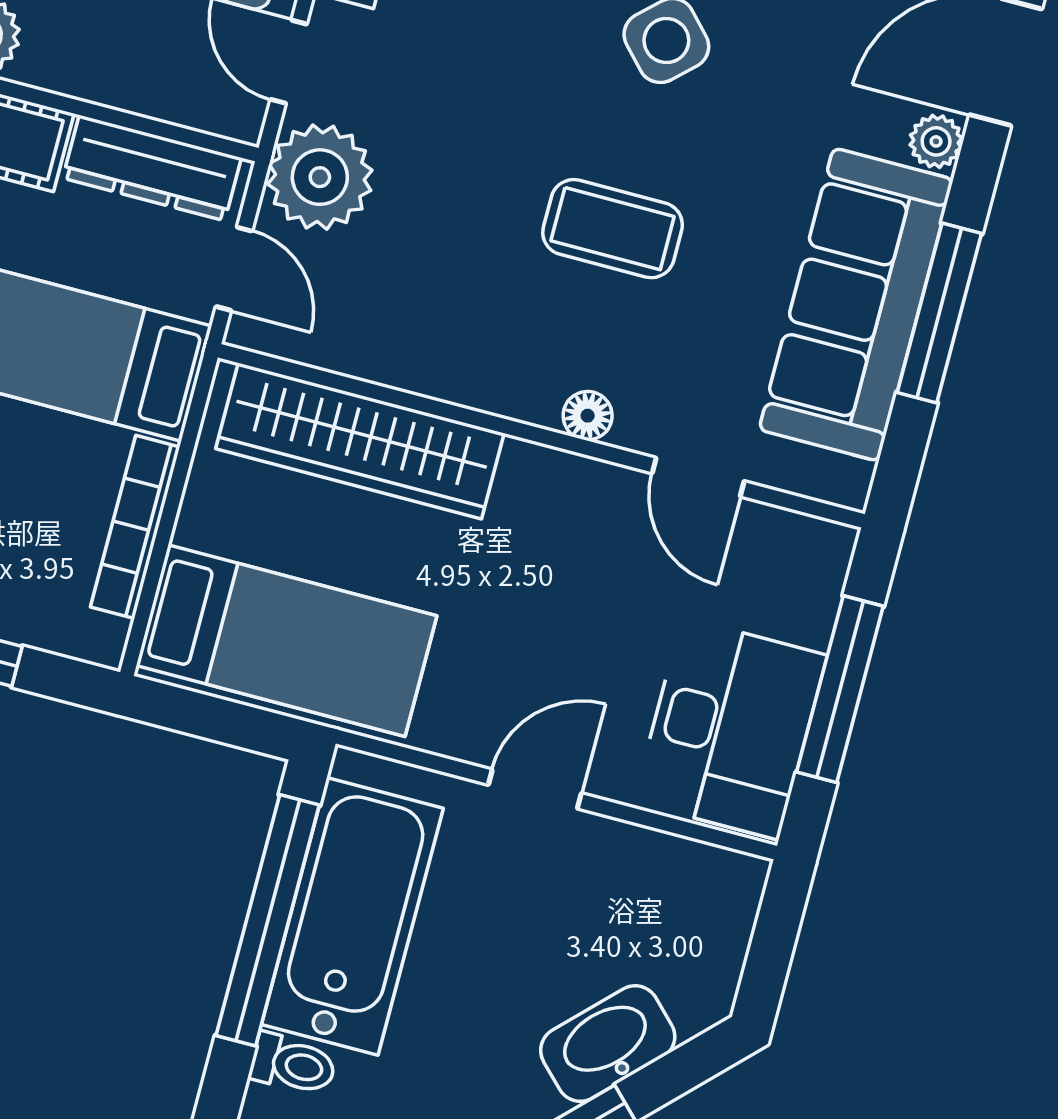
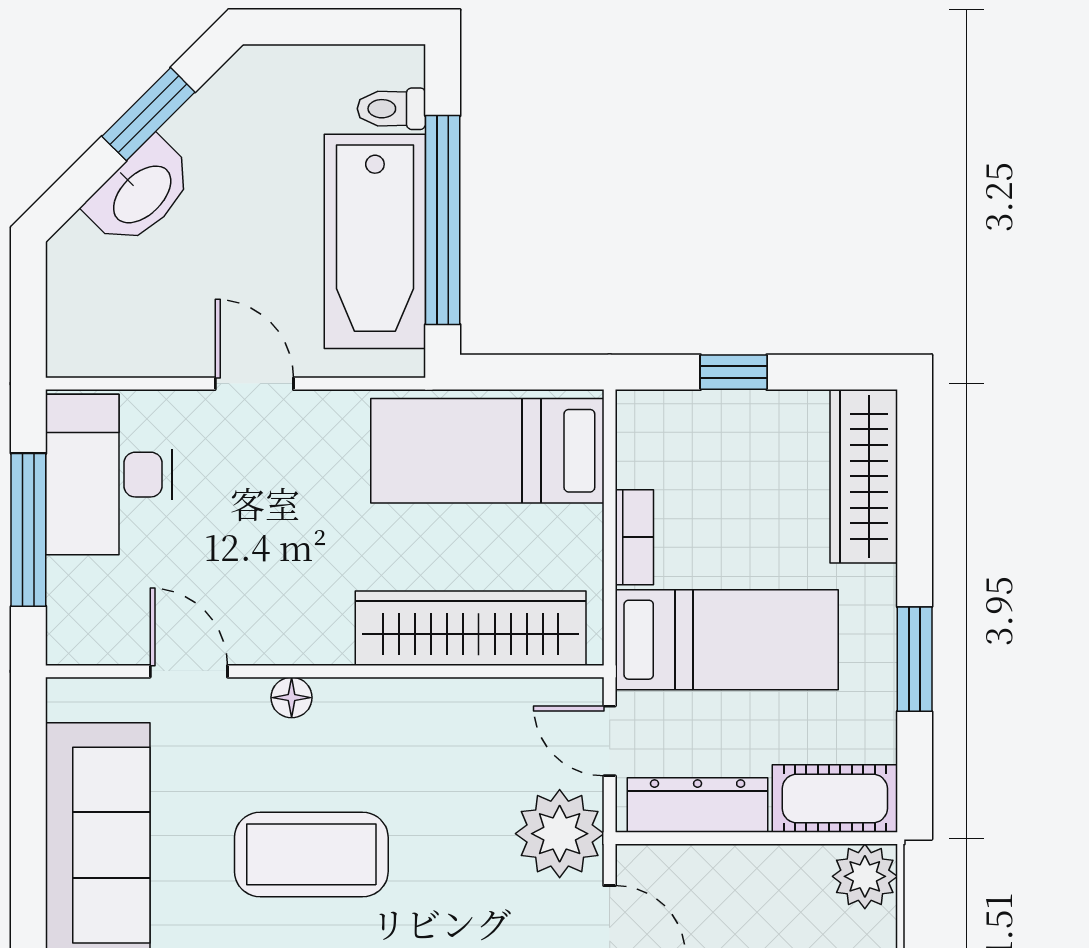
coffee table: (613, 229) -> (311, 854), width x1.36, depth x1.32
window: (939, 313) -> (28, 856), removed
bookcase: (135, 527) -> (634, 537), width x0.64
door: (535, 789) -> (254, 384), swing flipped

